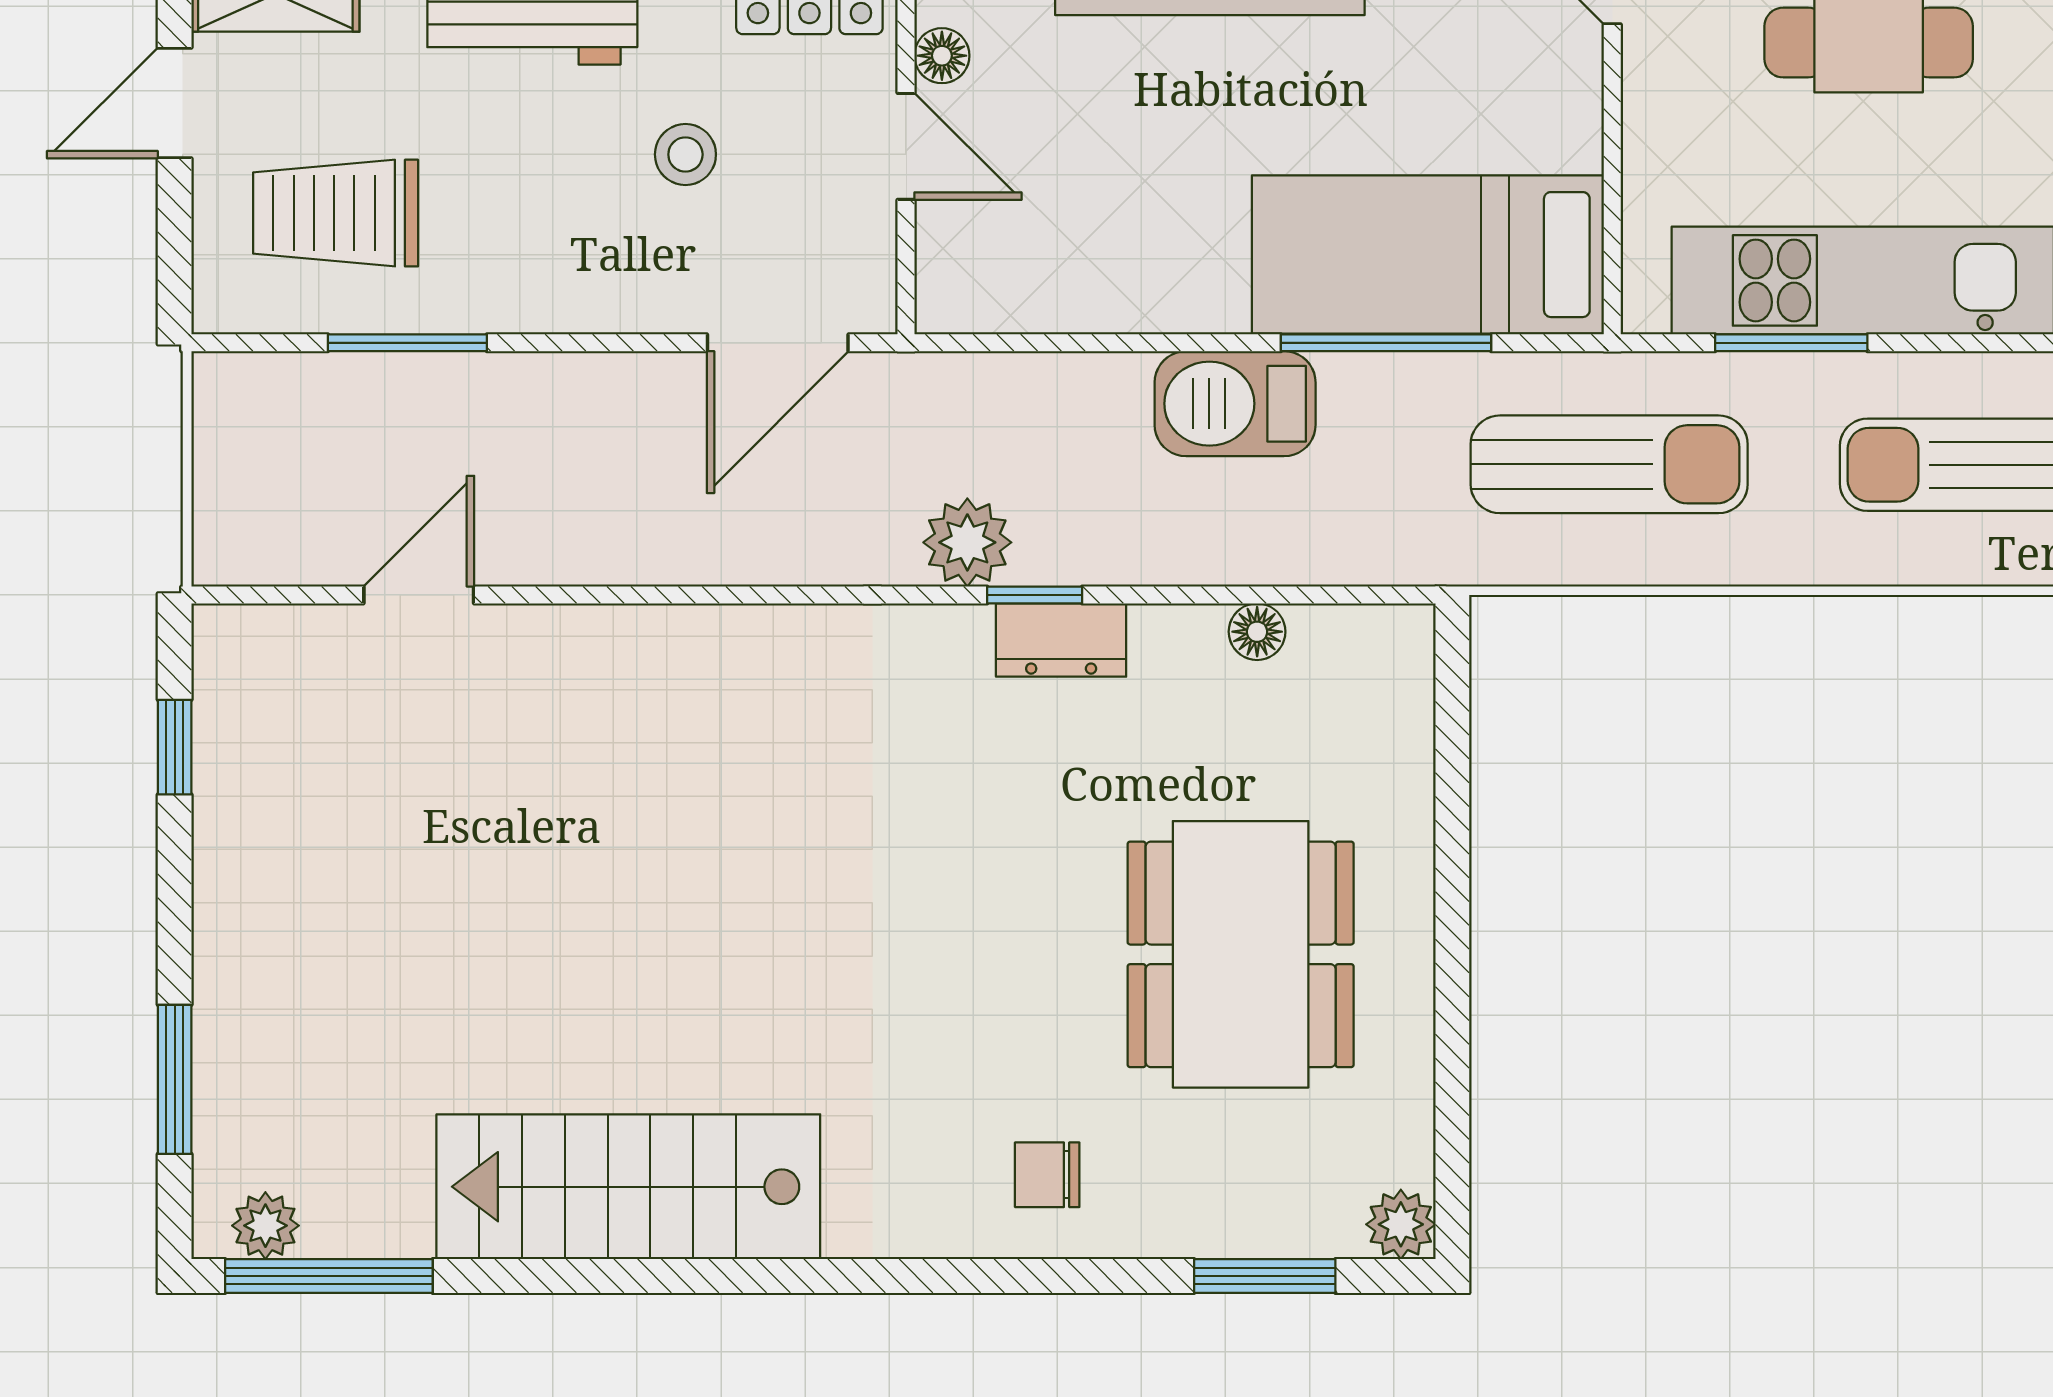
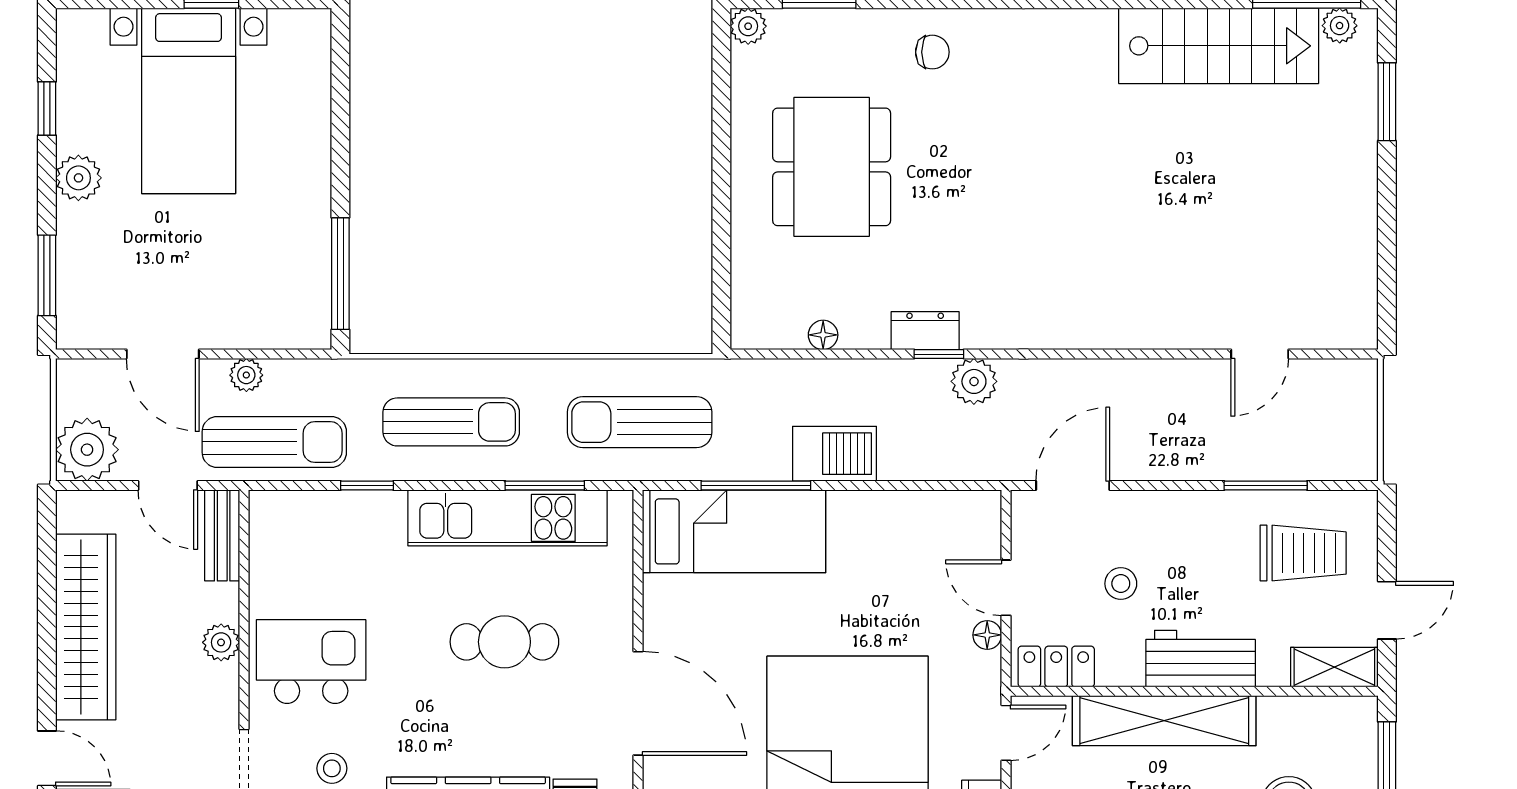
window: (175, 747) -> (1387, 275), removed
stairs: (628, 1187) -> (1219, 46), moved

